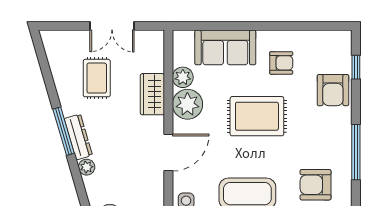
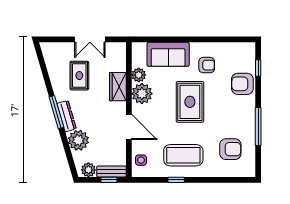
armchair: (333, 90) -> (242, 84), turned 90
rug: (257, 116) -> (190, 102), turned 90
door: (168, 153) -> (129, 127), hinge flipped
plant: (87, 167) -> (78, 140), width x1.87, depth x1.87
armchair: (316, 185) -> (230, 149), turned 180

